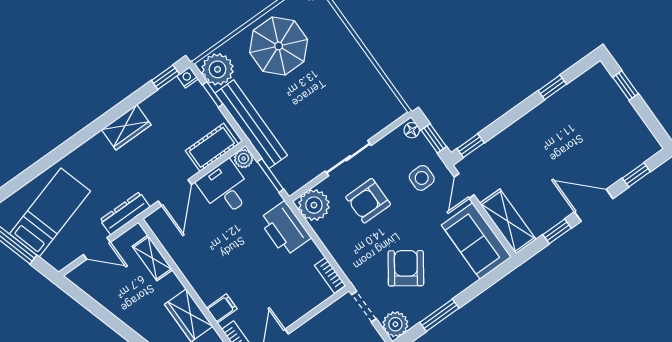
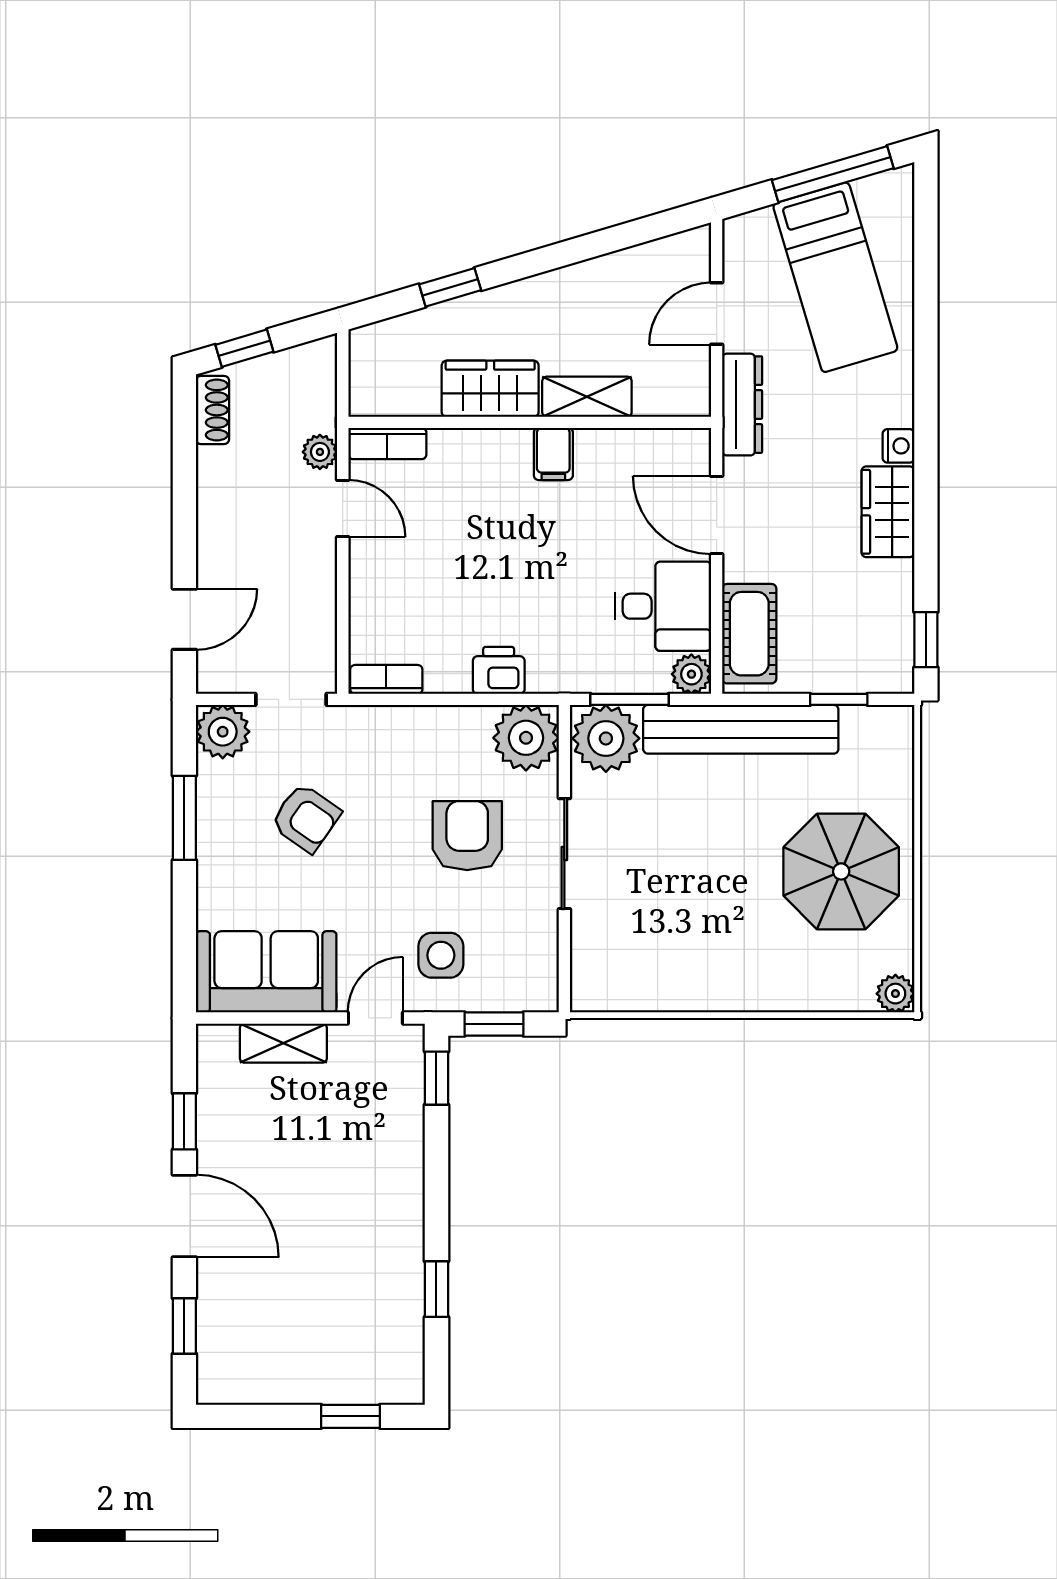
plant: (218, 69) -> (606, 738), moved
nightstand: (187, 77) -> (898, 446), moved
floor lamp: (412, 130) -> (535, 996), removed
door: (464, 186) -> (375, 1018), hinge flipped
door: (594, 205) -> (184, 1216), hinge flipped
shelving: (508, 221) -> (283, 1043), width x0.67, depth x0.75
printer: (285, 229) -> (499, 670), width x0.53, depth x0.68
shelving: (152, 258) -> (587, 397), moved
armchair: (406, 268) -> (306, 818), width x0.72, depth x0.72
filing cabinet: (222, 308) -> (553, 454), moved

